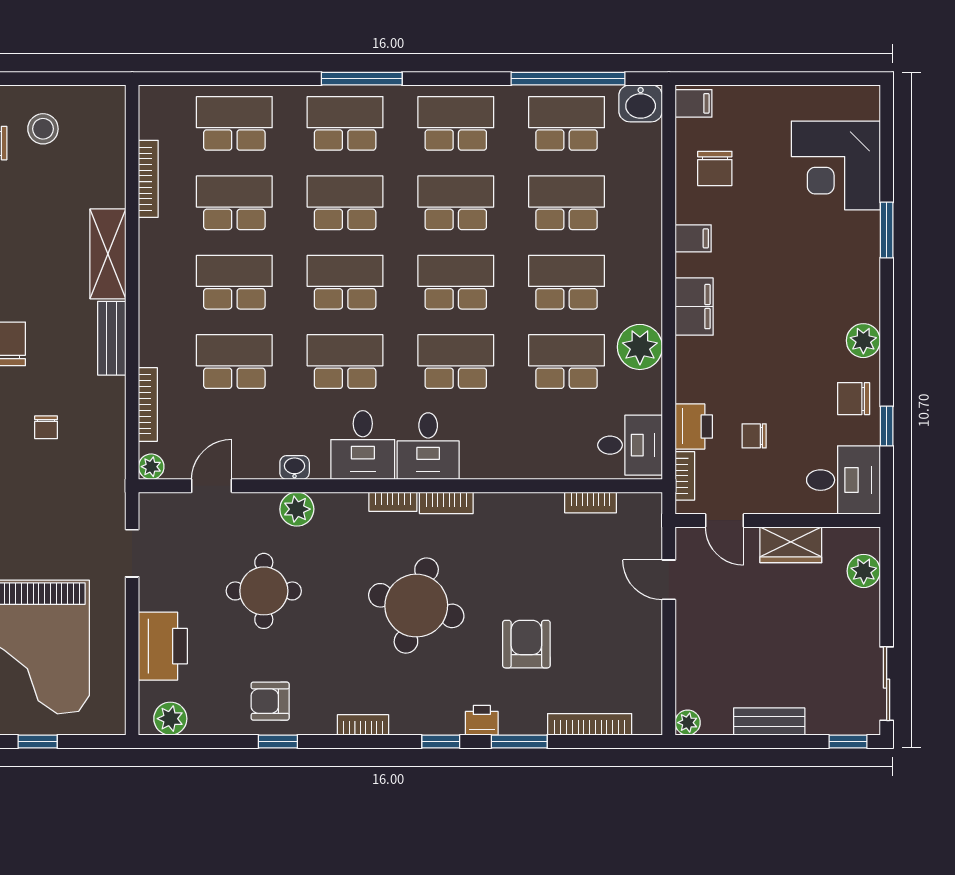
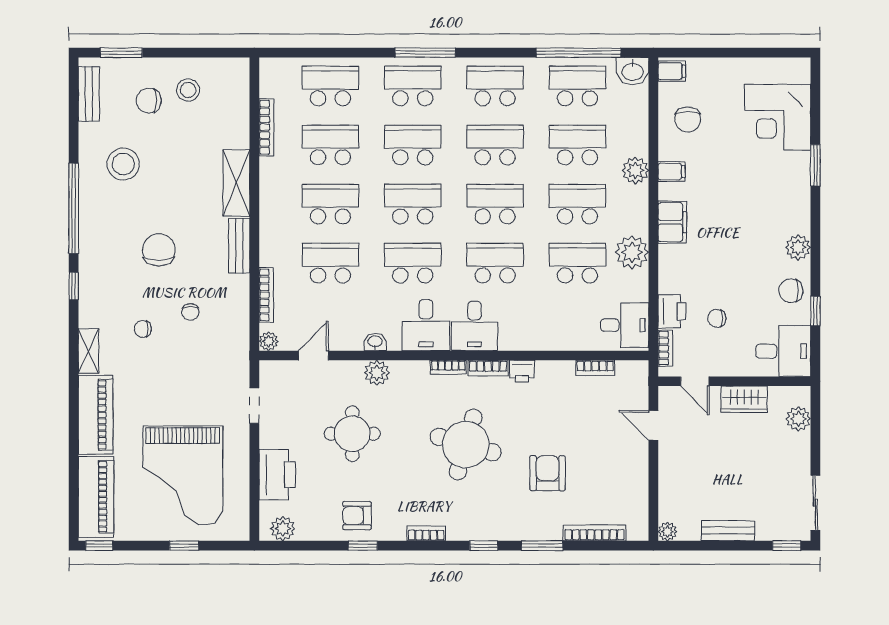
plant: (644, 237) -> (635, 170), added
printer: (482, 720) -> (522, 371), moved, turned 180

